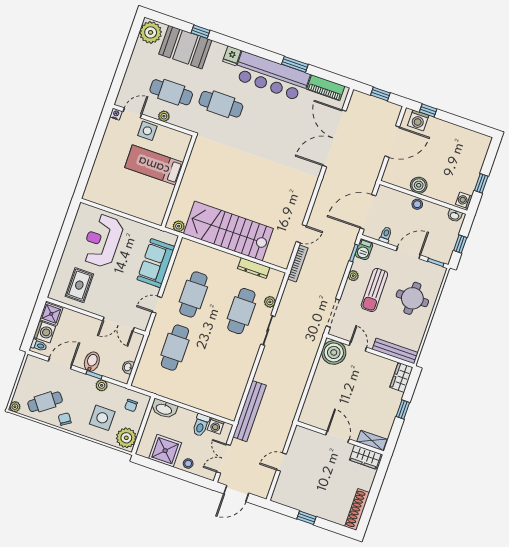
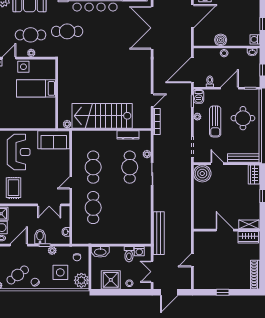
reception desk: (102, 241) -> (19, 152), turned 180
sofa: (156, 263) -> (54, 140), moved, turned -90

